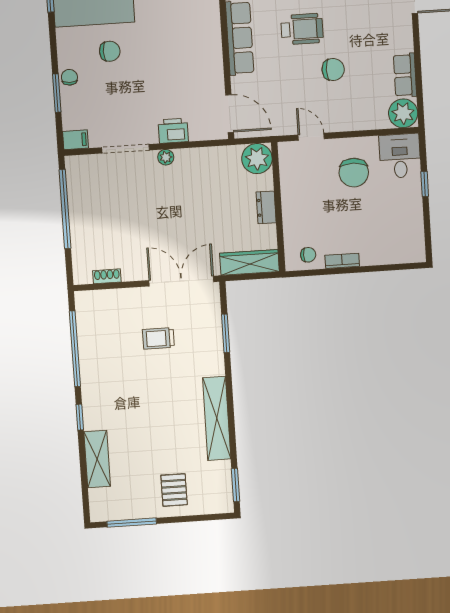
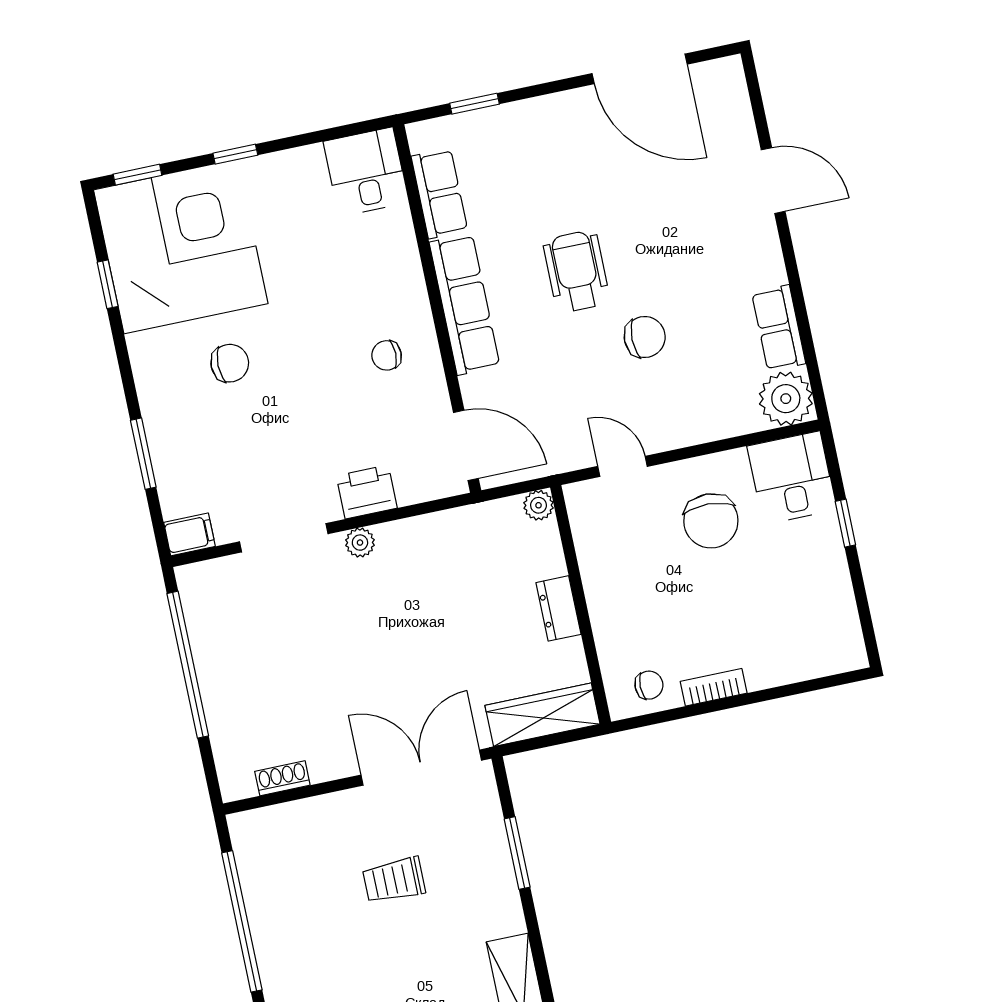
wheelchair: (302, 29) -> (577, 271), turned -90
chair: (69, 77) -> (387, 355), moved, turned -90
plant: (257, 159) -> (539, 505), width x0.53, depth x0.53

